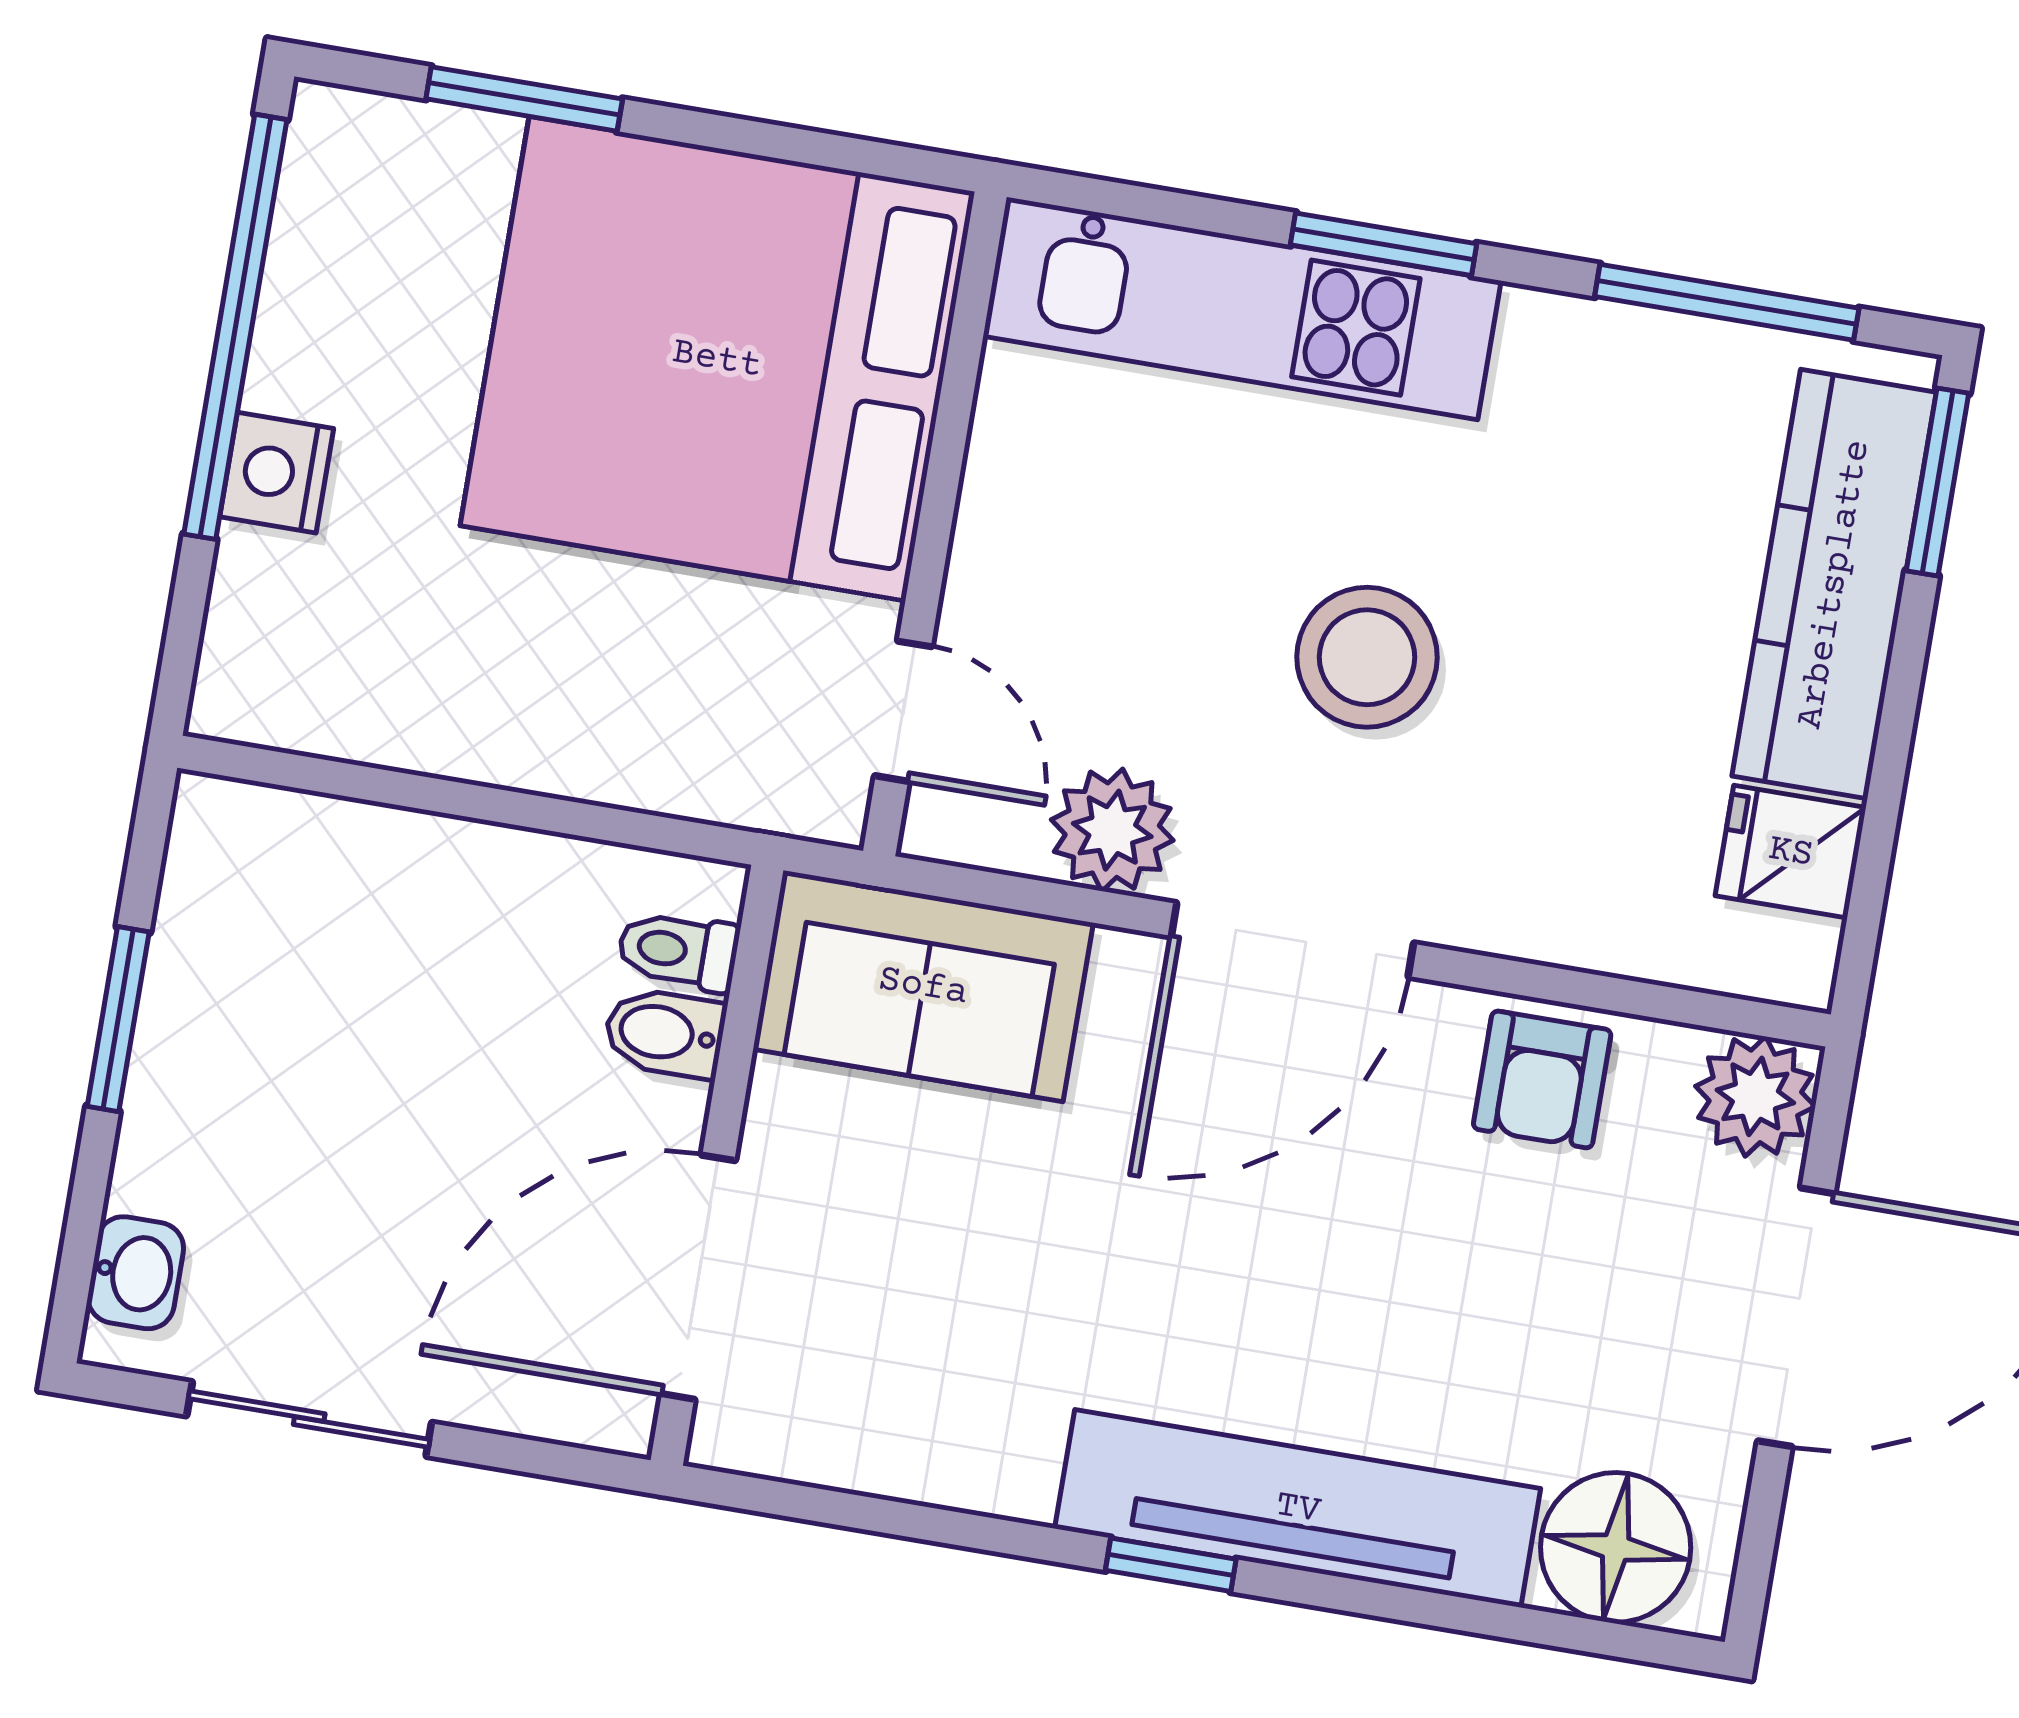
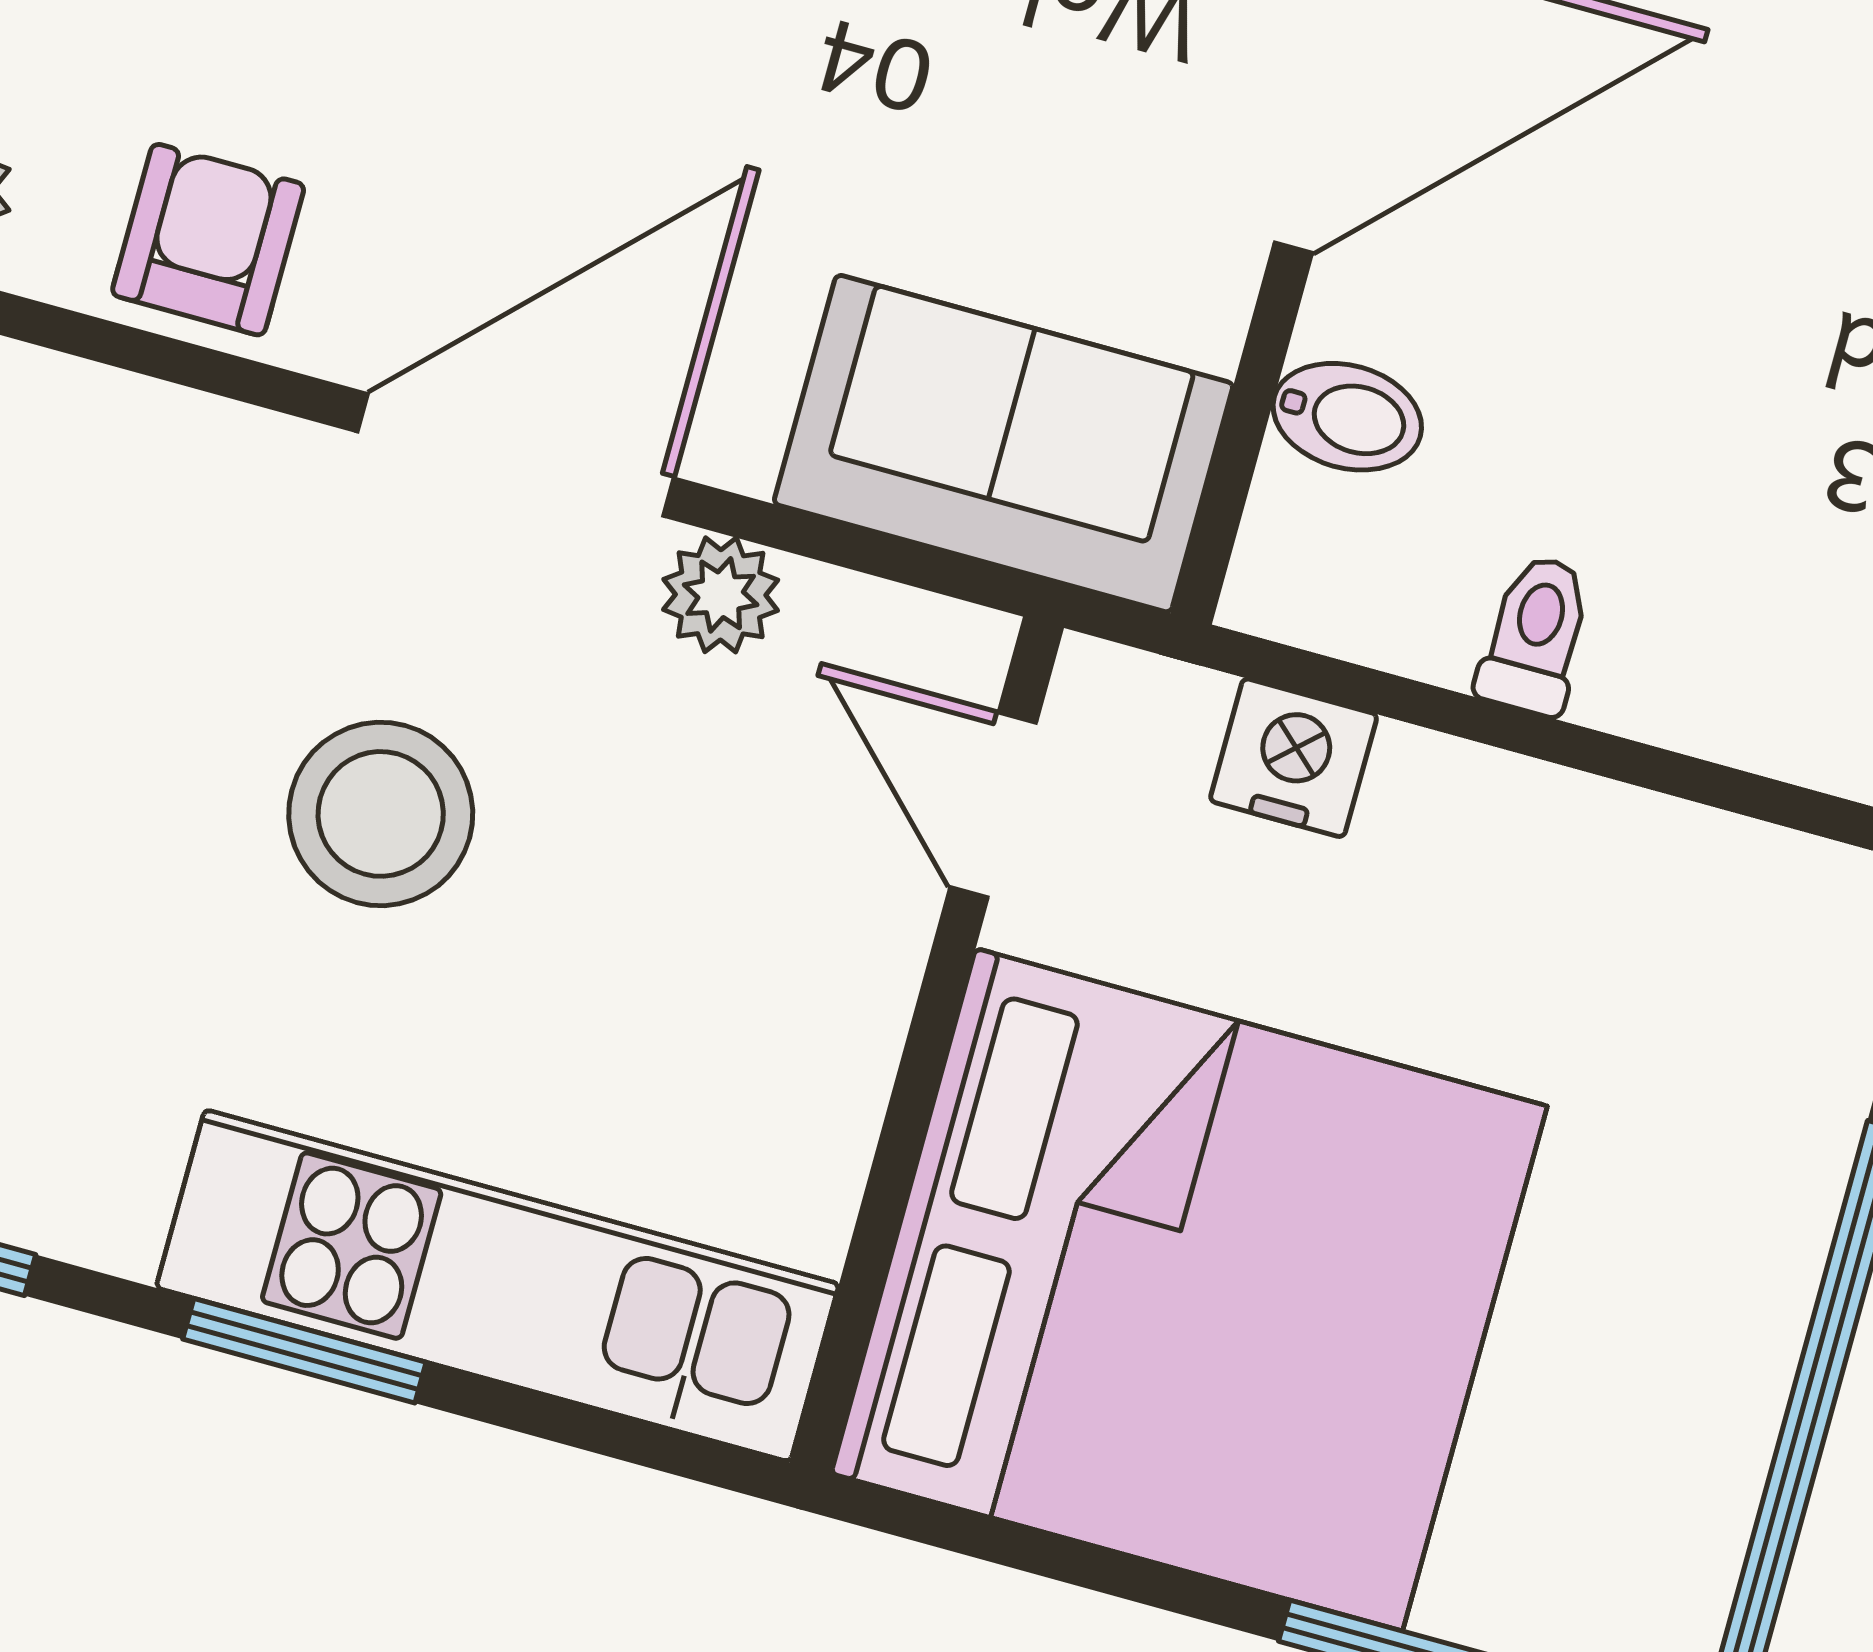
nightstand: (277, 473) -> (1294, 758), moved, turned -90
plant: (1112, 830) -> (721, 595), width x0.73, depth x0.73
toilet: (678, 951) -> (1535, 635), moved, turned -90

